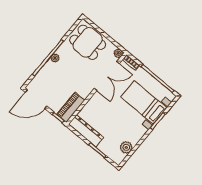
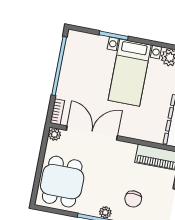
chair: (54, 79) -> (133, 199), added
bed with nightstands: (144, 102) -> (130, 73), moved

